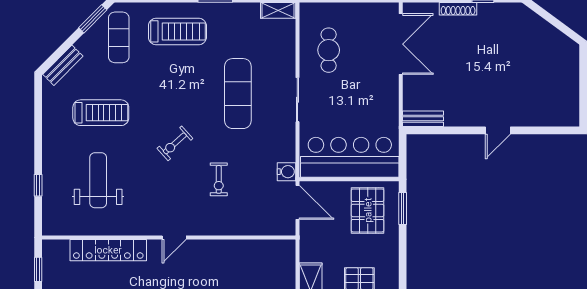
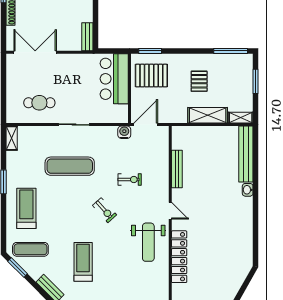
bar counter: (350, 157) -> (114, 79), width x0.73
weight bench: (98, 180) -> (148, 242), moved, turned -90
bench: (234, 247) -> (177, 169), added

